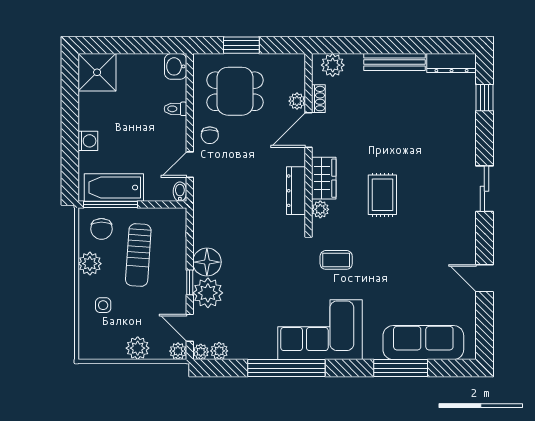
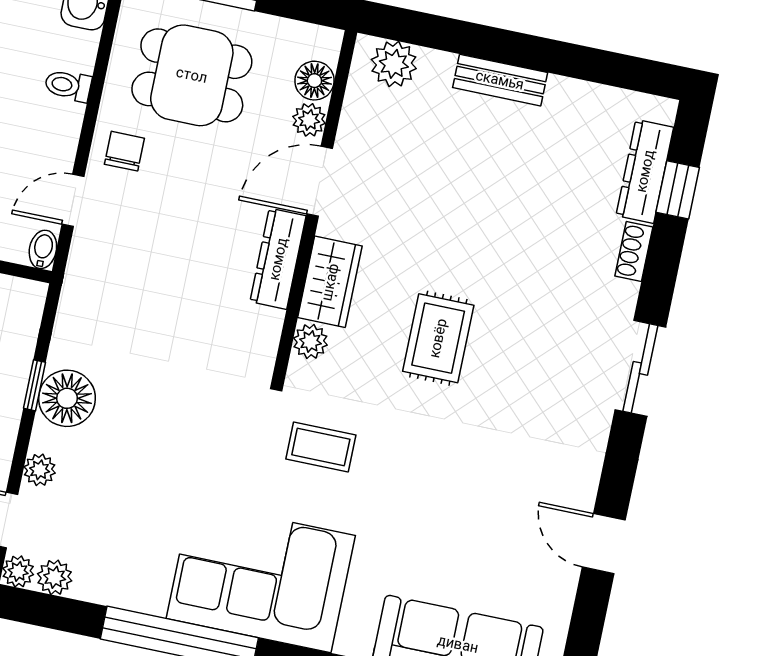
bench: (395, 62) -> (500, 80), width x0.73
dresser: (452, 63) -> (645, 171), moved, turned 90
floor lamp: (296, 81) -> (314, 81), added
shoe rack: (318, 99) -> (634, 251), moved, turned 180
chair: (210, 135) -> (124, 151), turned 180
dresser: (296, 191) -> (278, 259), moved
window: (190, 282) -> (34, 385), moved
plant: (208, 293) -> (40, 470), width x0.53, depth x0.53

